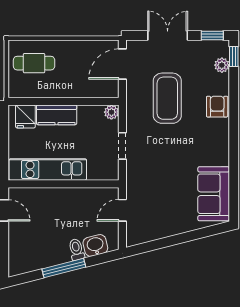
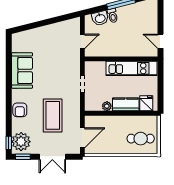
plant: (222, 65) -> (21, 142), width x1.88, depth x1.88
plant: (111, 112) -> (107, 106), moved
sofa: (214, 194) -> (22, 71), moved

